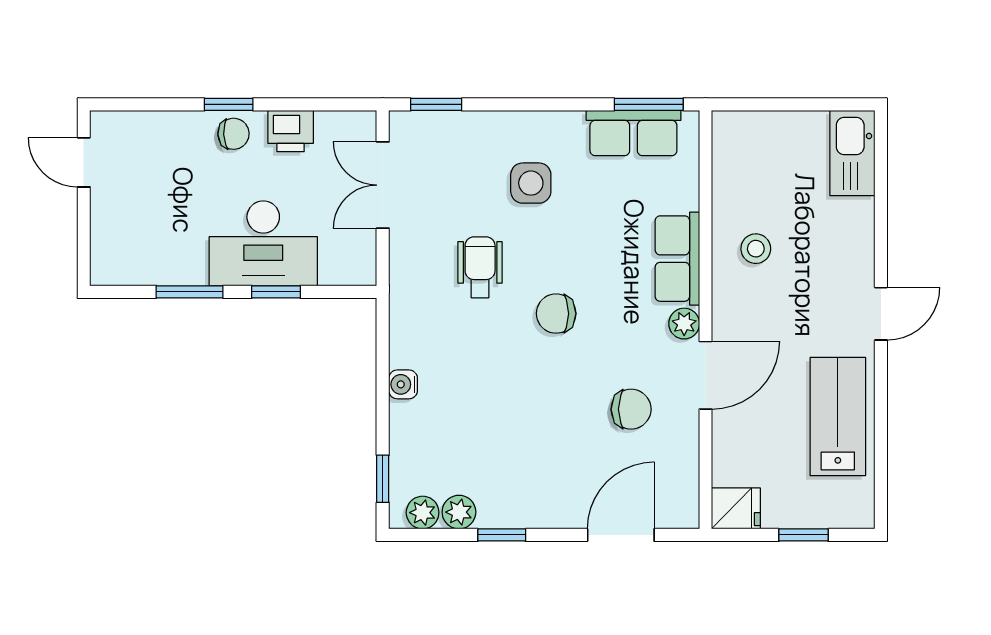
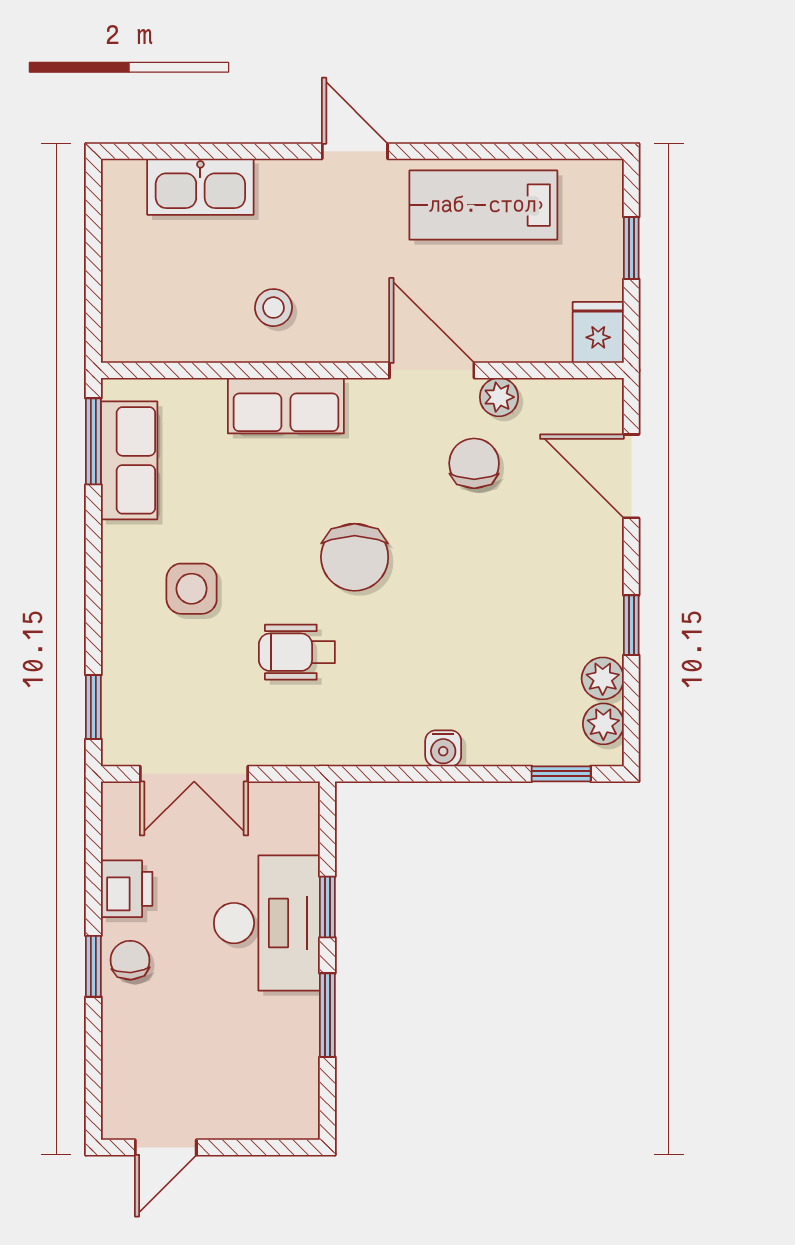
kitchen sink: (852, 153) -> (200, 187), moved
chair: (556, 314) -> (355, 557), width x1.37, depth x1.37
plant: (684, 324) -> (499, 397), moved

